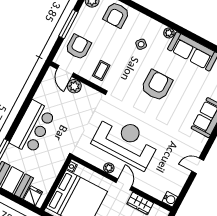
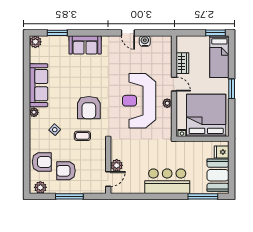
armchair: (78, 47) -> (66, 171), moved
coffee table: (101, 70) -> (82, 136), moved
armchair: (157, 85) -> (89, 108), moved, turned -90
door: (124, 184) -> (174, 84), swing flipped
water cooler: (170, 199) -> (145, 41), moved

